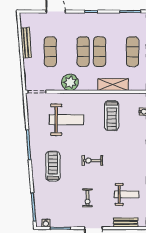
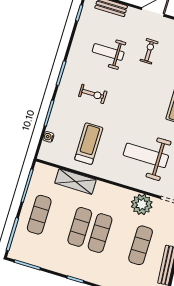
plant: (70, 82) -> (142, 204), moved
exercise bike: (92, 160) -> (93, 94), moved
weight bench: (127, 194) -> (108, 52), moved

